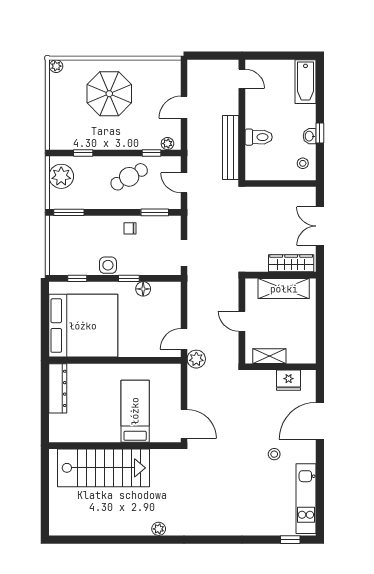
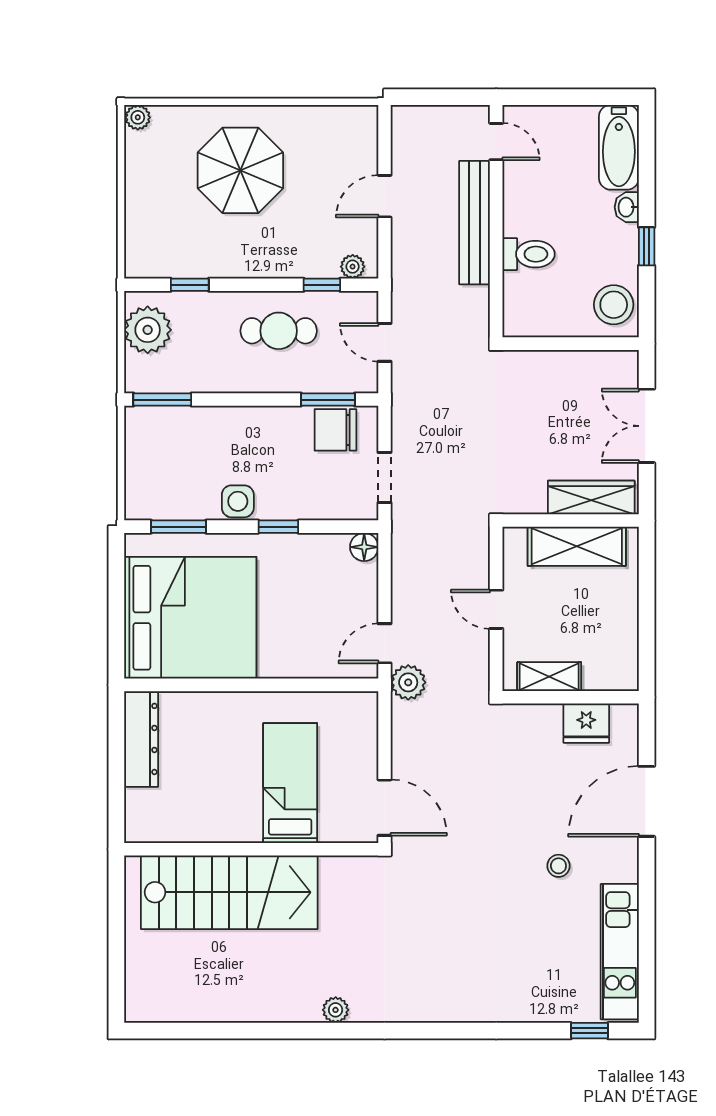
washbasin: (310, 136) -> (627, 207), moved
bench: (231, 147) -> (475, 223), moved
stool: (303, 163) -> (614, 305), width x1.89, depth x1.89
cafe table: (129, 177) -> (279, 331), turned 30
chair: (130, 228) -> (335, 430), moved, width x1.87, depth x1.87
window: (77, 278) -> (179, 527), width x1.50
floor lamp: (143, 289) -> (364, 547), moved

